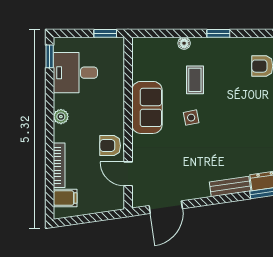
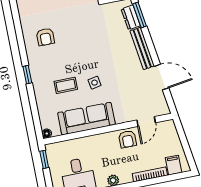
floor lamp: (184, 43) -> (47, 134), moved
sofa: (147, 107) -> (86, 119), width x1.36
bench: (230, 186) -> (142, 48), width x1.36
door: (166, 207) -> (161, 77), moved

